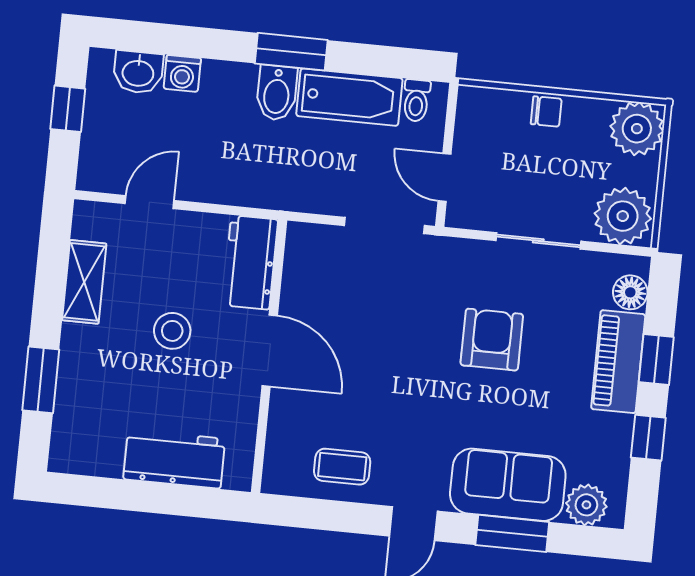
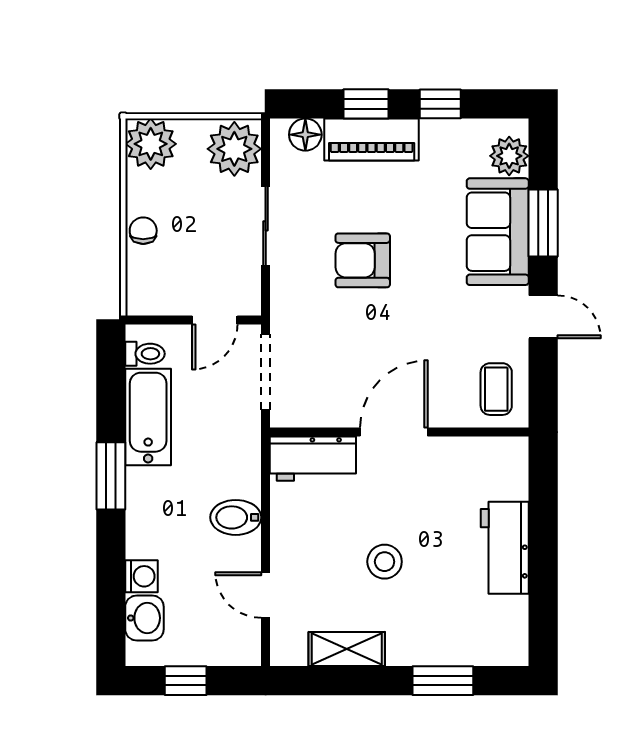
bidet: (277, 93) -> (236, 517), moved, turned 180
workbench: (250, 262) -> (313, 459), moved
door: (270, 351) -> (394, 432), moved
wall: (269, 356) -> (399, 432), moved

